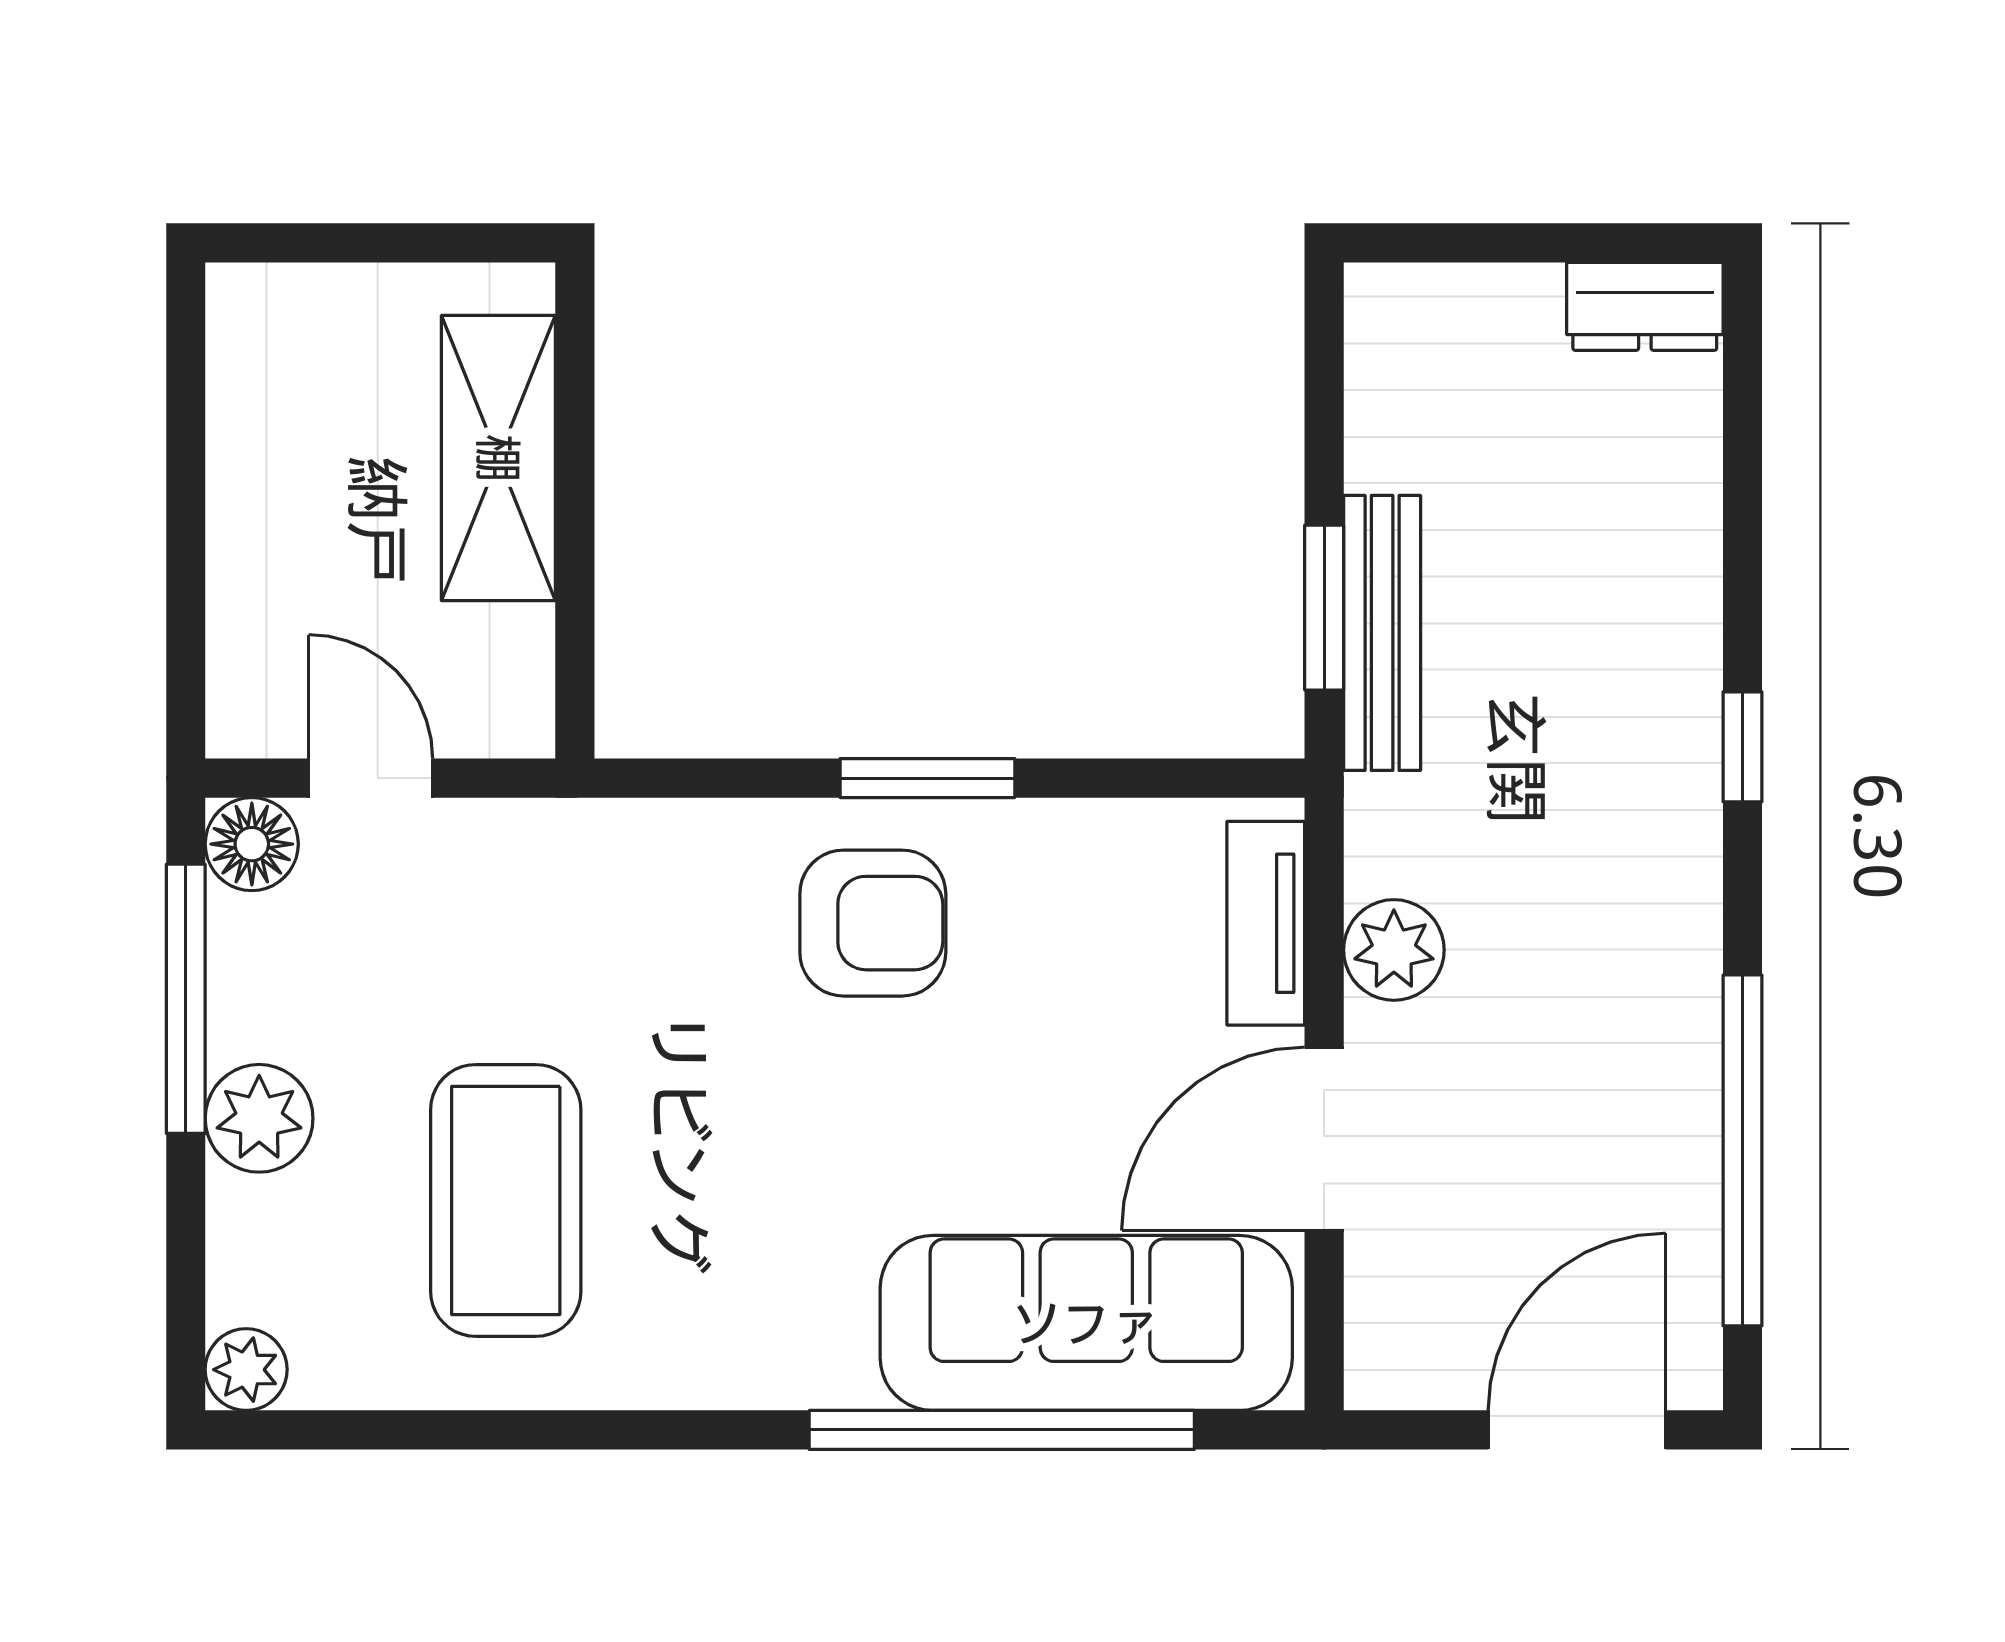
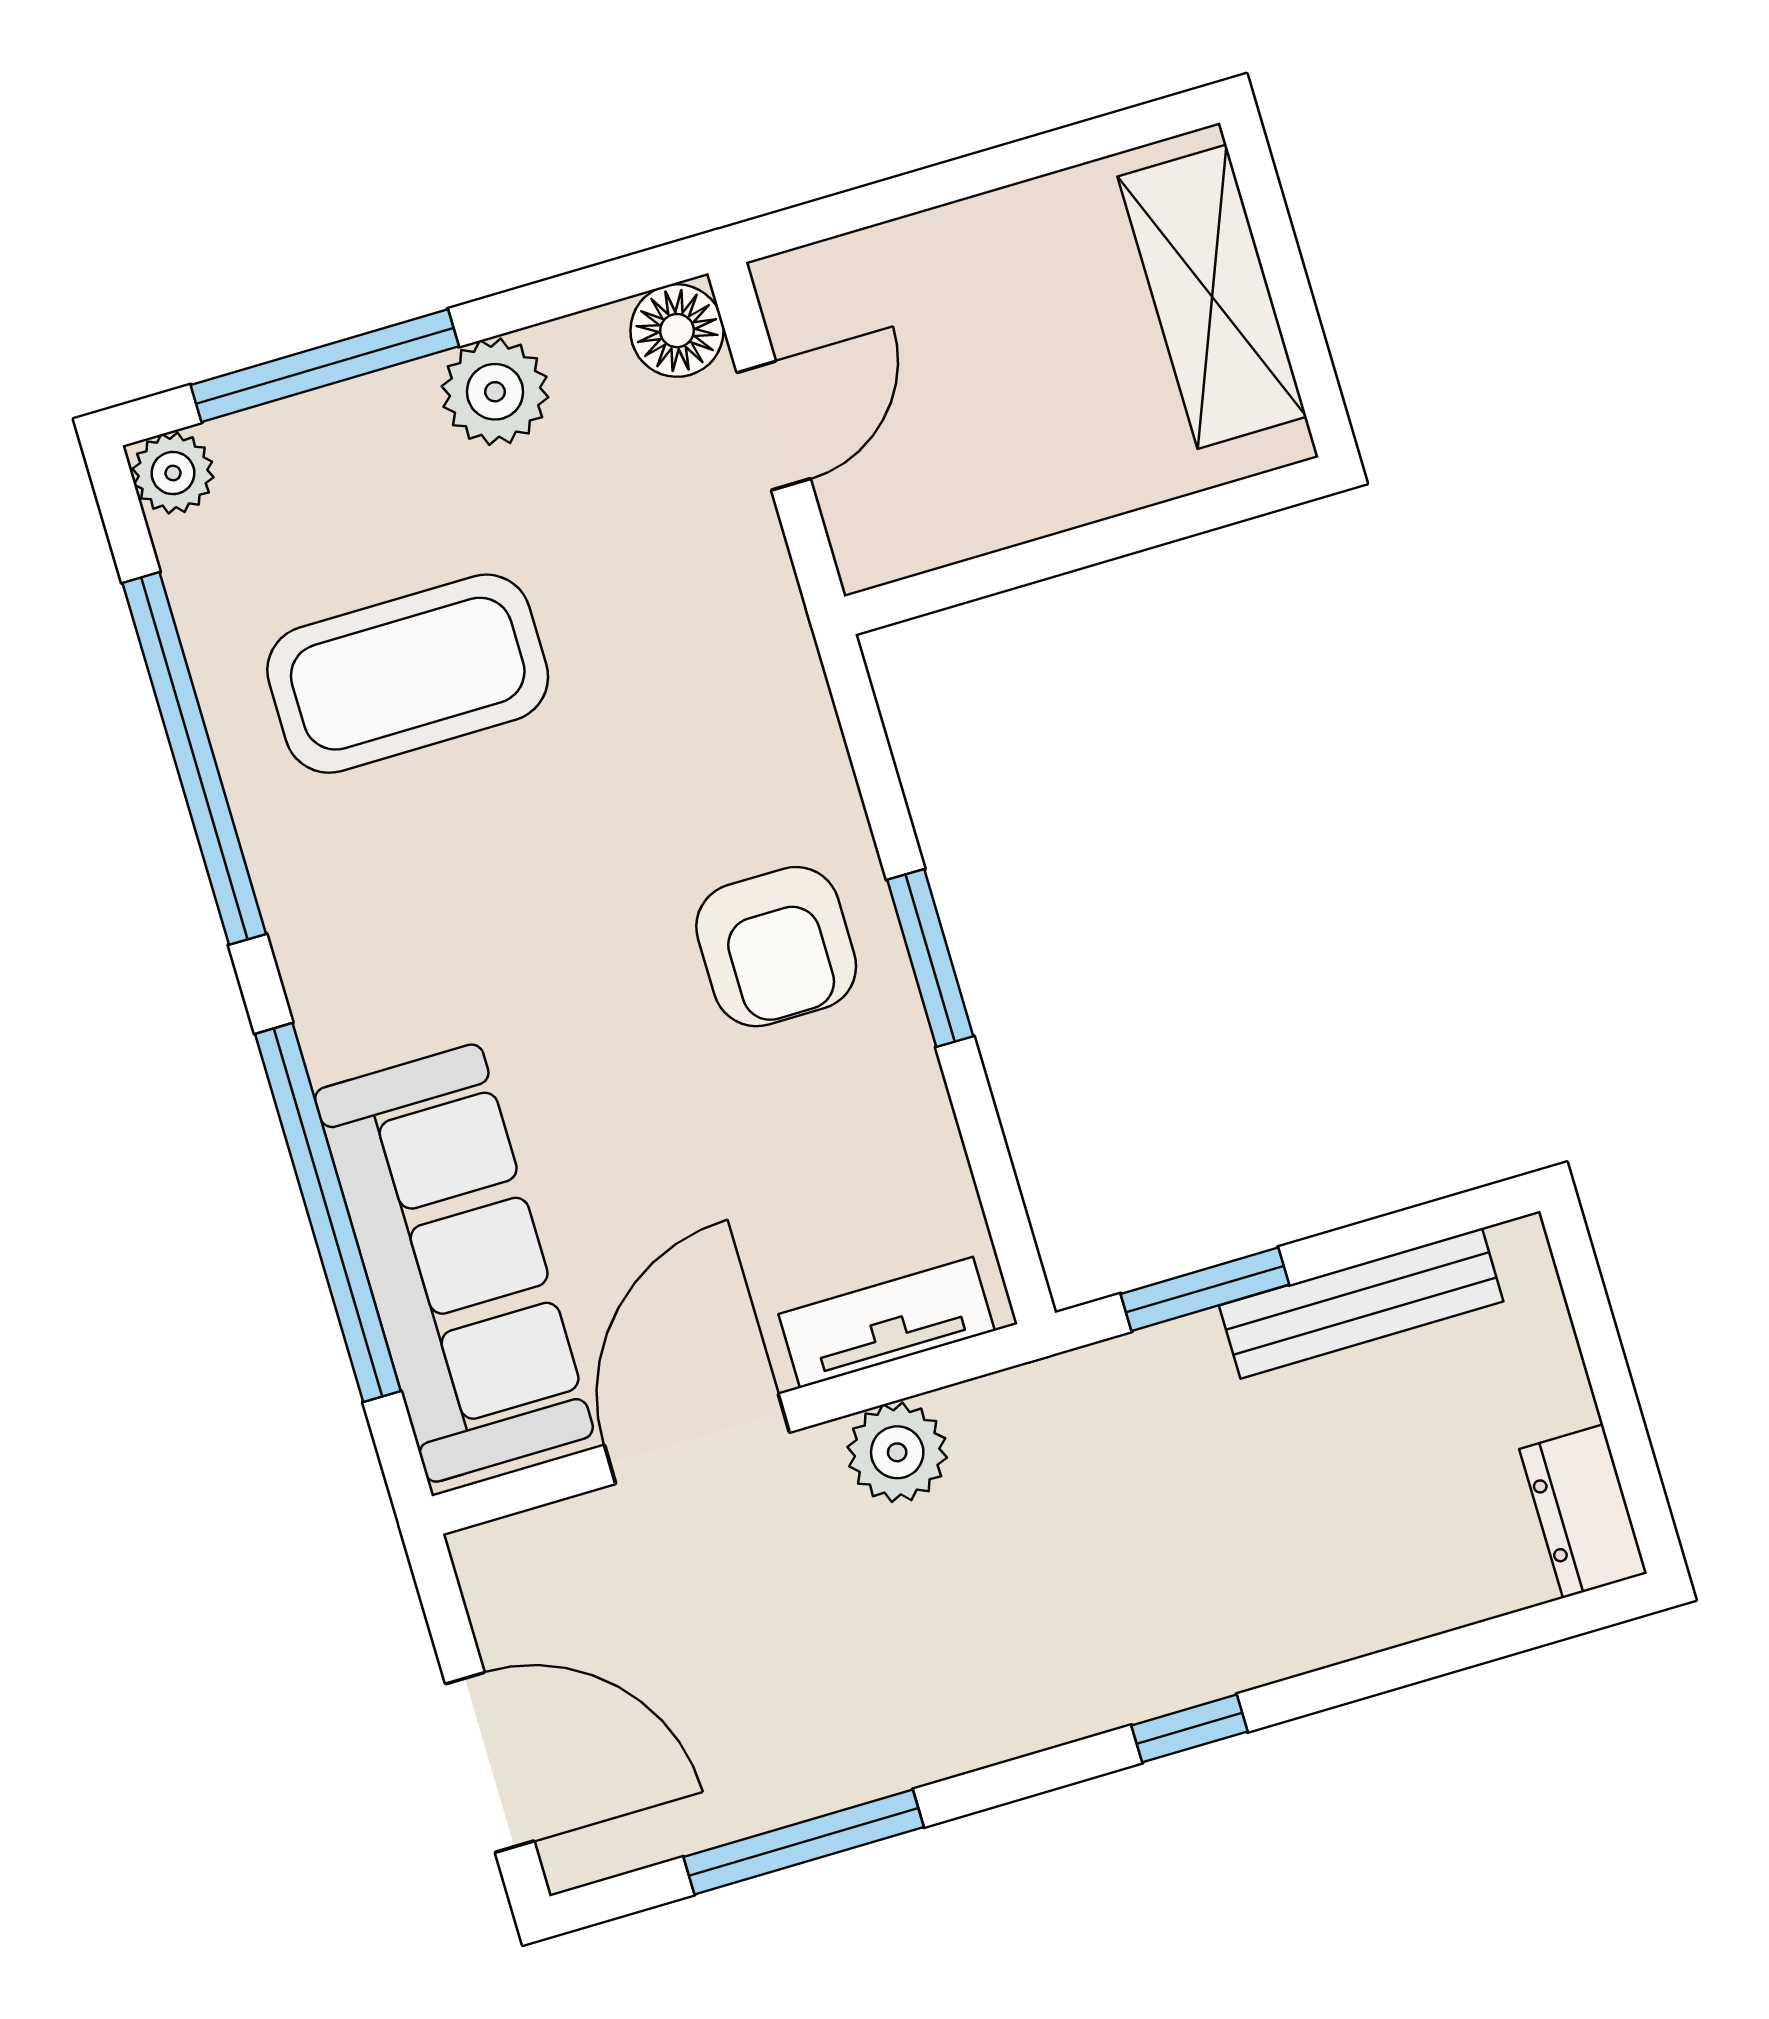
shelving: (498, 458) -> (1212, 297), moved, turned 90
bench: (1382, 633) -> (1361, 1303), moved
window: (186, 999) -> (325, 366), moved
plant: (259, 1118) -> (495, 392), moved
door: (1324, 1139) -> (697, 1439), hinge flipped
window: (1742, 1150) -> (804, 1842), width x0.68
window: (527, 1430) -> (194, 758), added

